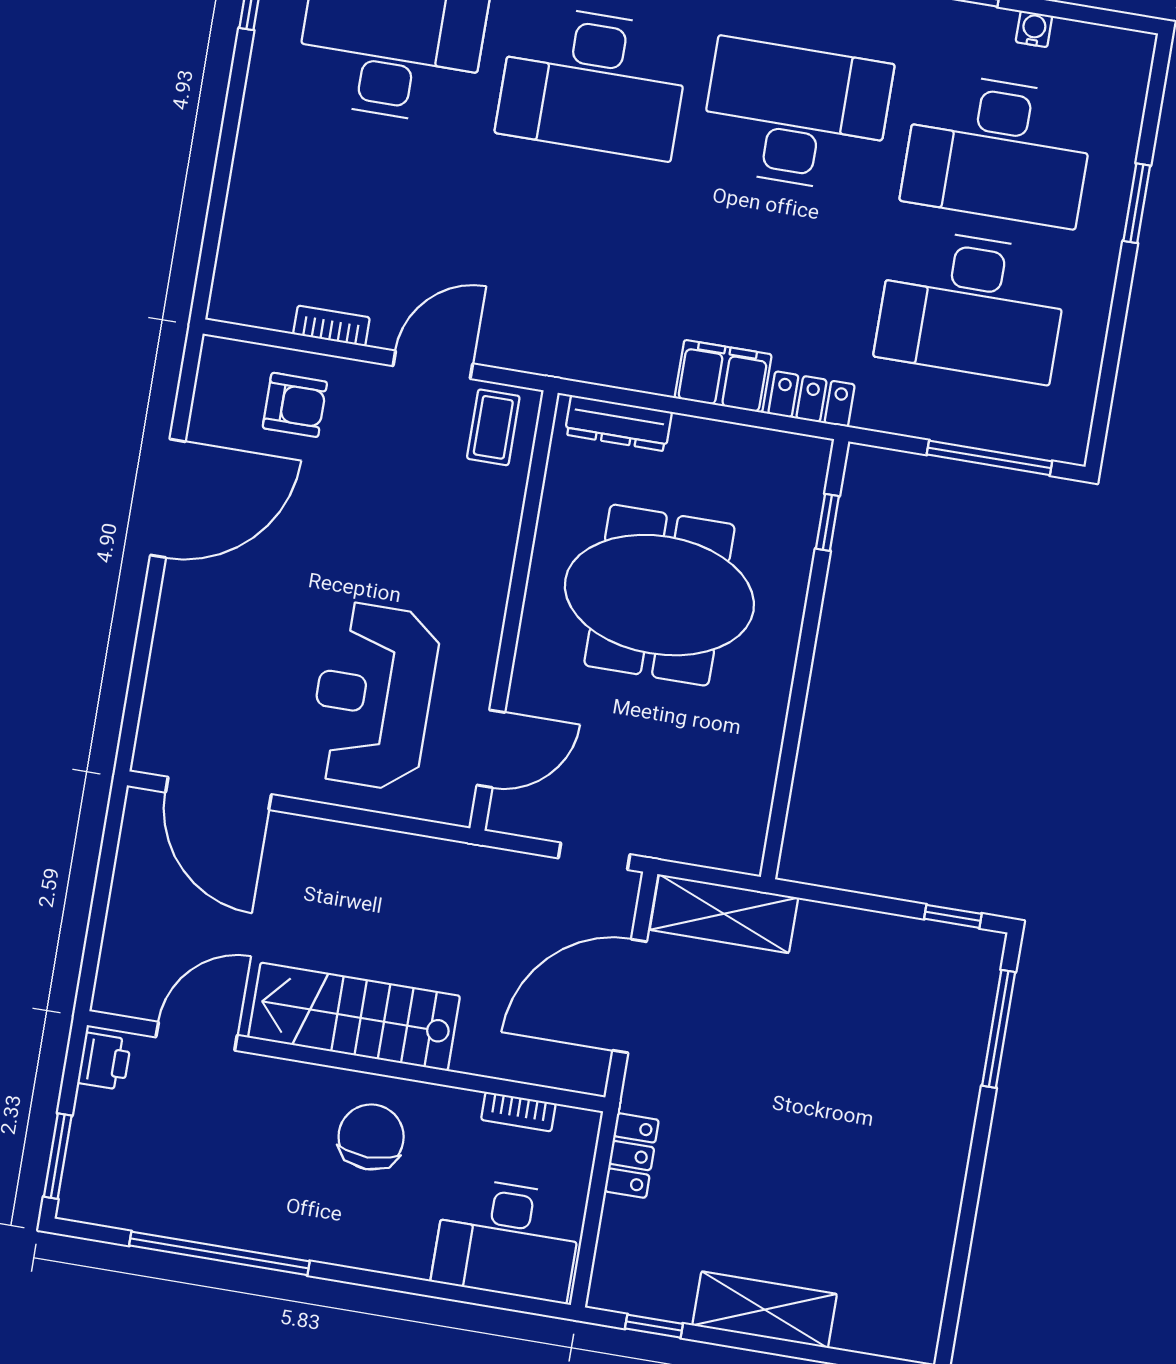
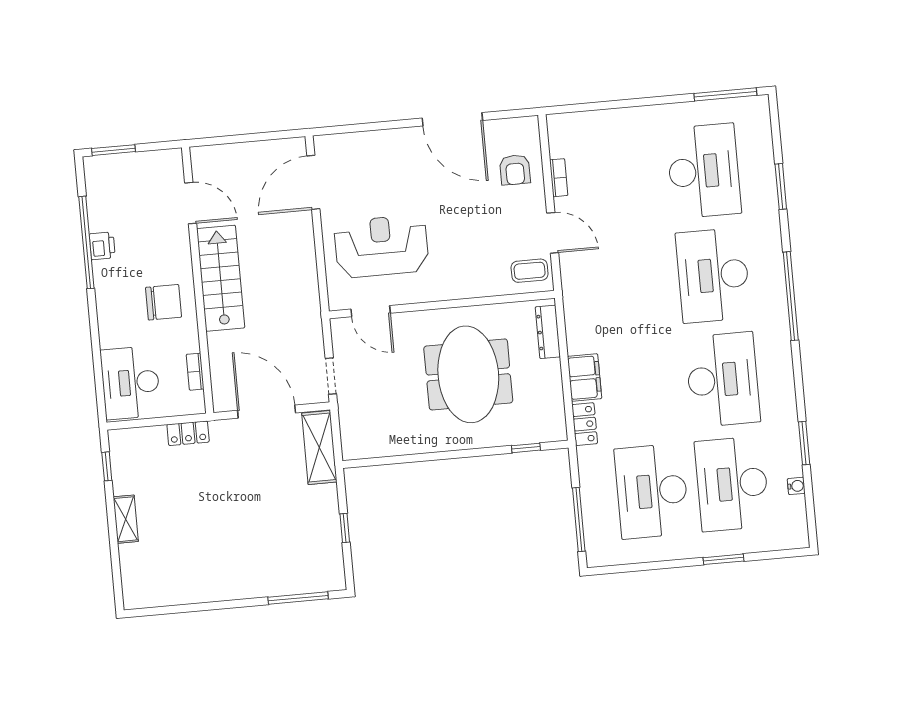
window: (953, 916) -> (345, 528), moved
printer: (104, 1061) -> (102, 246), moved, turned -90
shelving: (765, 1310) -> (126, 519), width x0.67, depth x0.75

